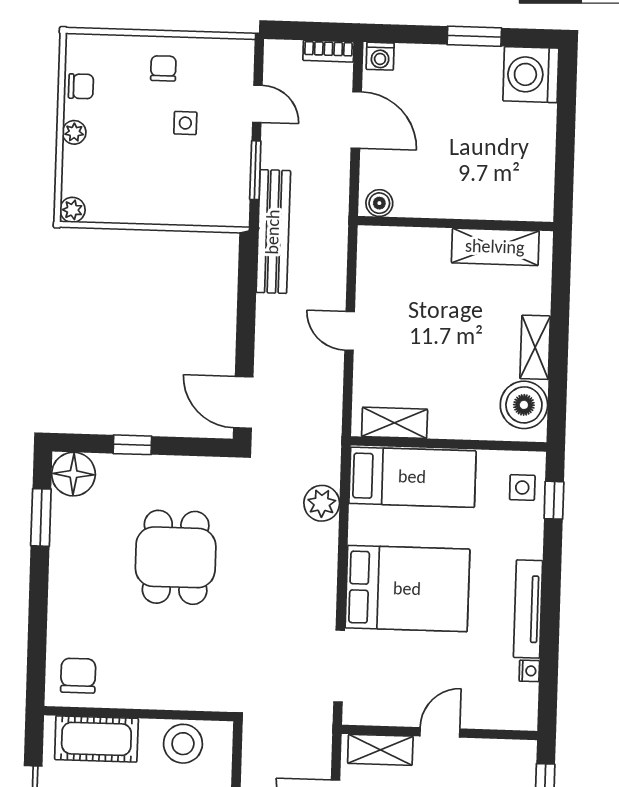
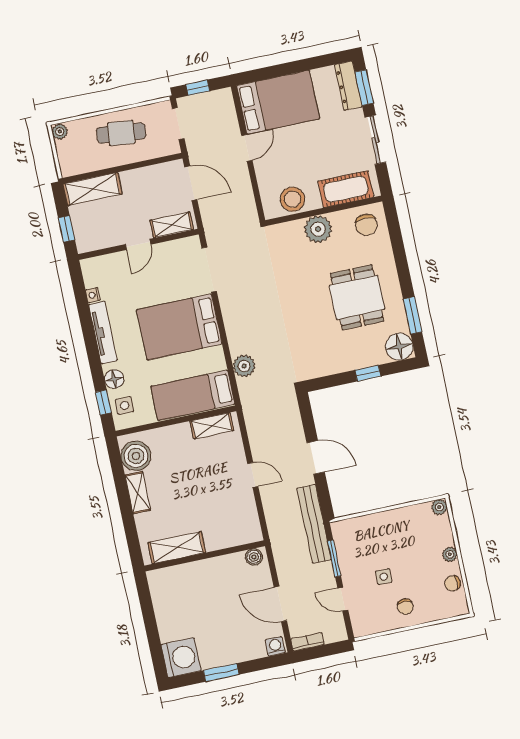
door: (243, 402) -> (316, 457), moved
floor lamp: (528, 532) -> (114, 379), added
dining table: (176, 557) -> (357, 297), moved
plant: (155, 687) -> (318, 229), added

